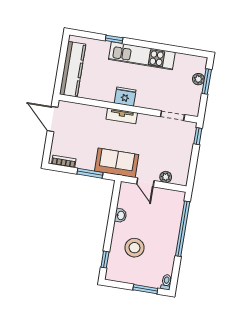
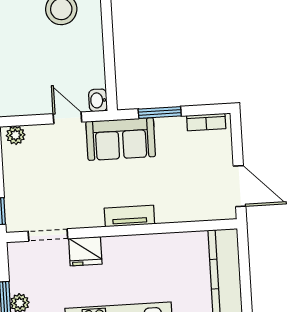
fridge: (125, 97) -> (85, 251), moved
plant: (166, 177) -> (16, 135), moved
washbasin: (121, 215) -> (98, 100), moved

